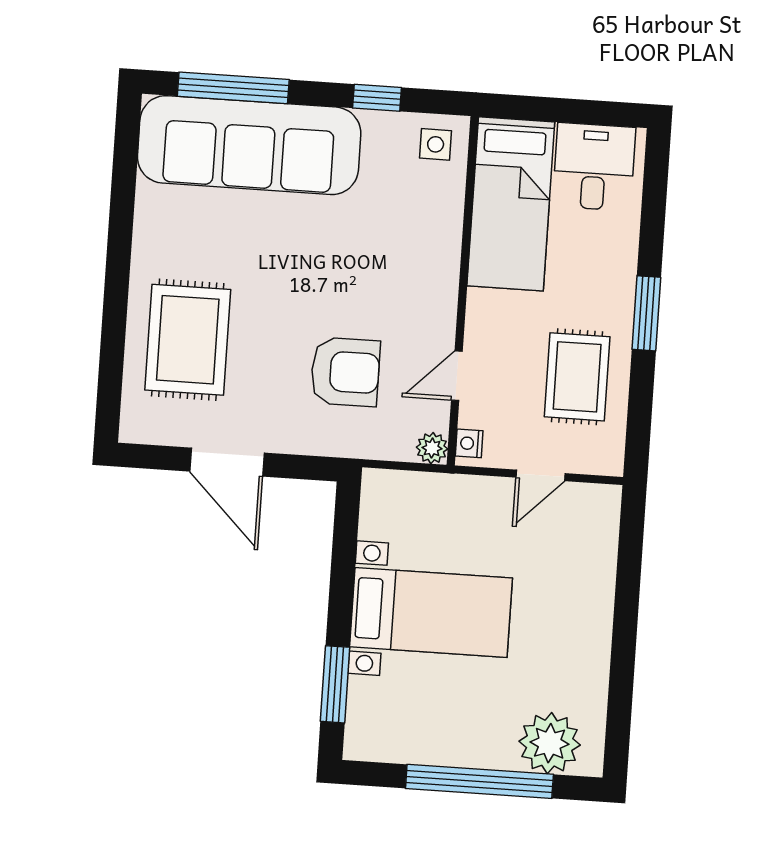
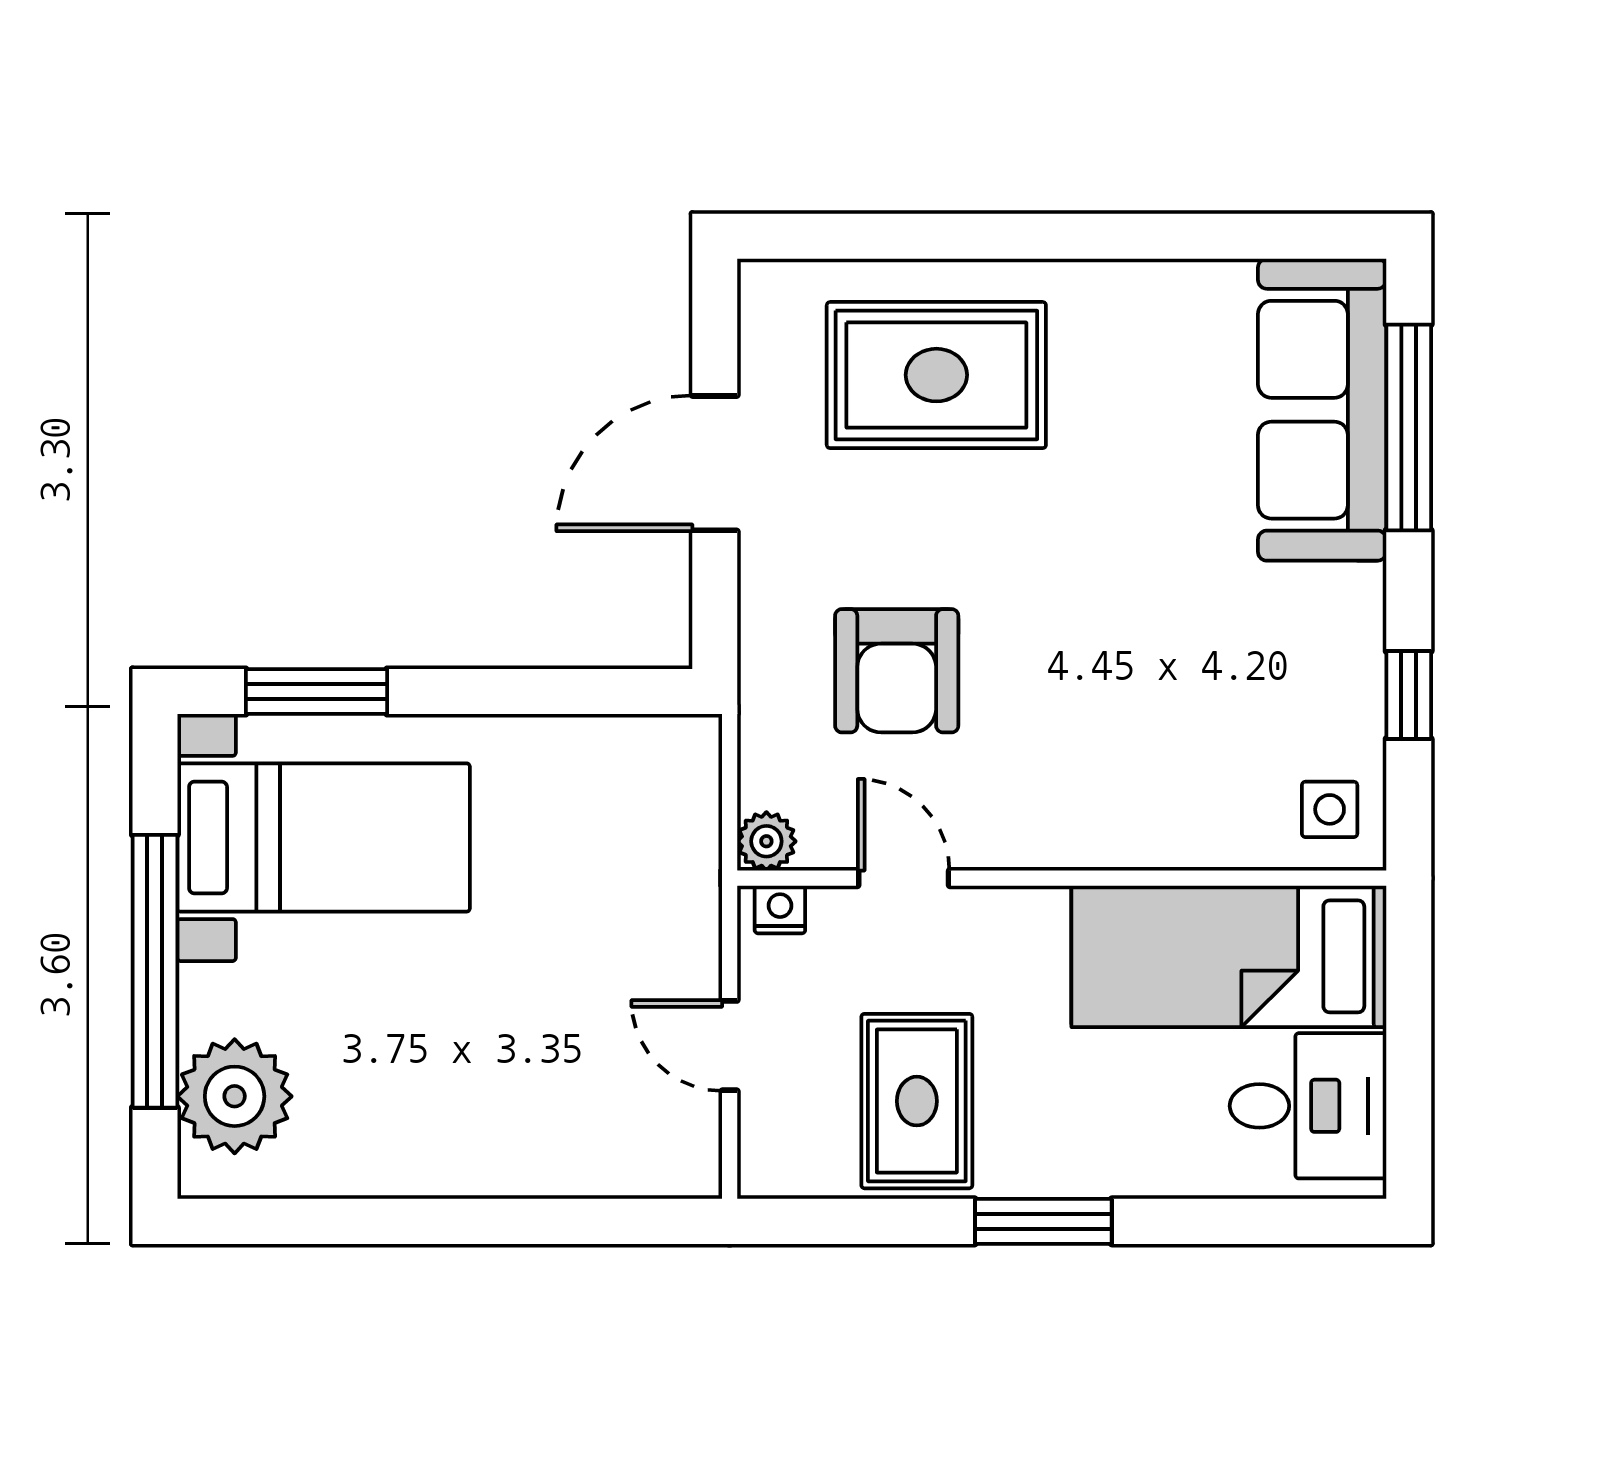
sofa: (249, 145) -> (1322, 410), width x0.74, depth x0.79
rug: (577, 377) -> (917, 1101), turned 90
bed with nightstands: (431, 612) -> (324, 837), moved, turned -90

